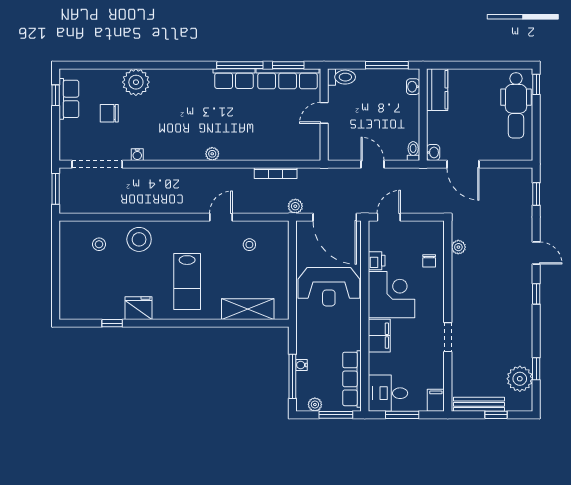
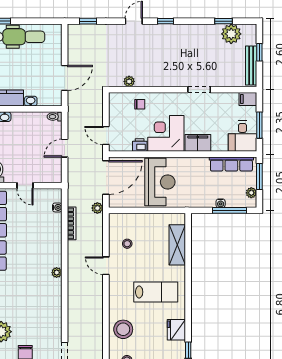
washbasin: (433, 152) -> (31, 101), moved
water cooler: (137, 155) -> (57, 207), moved

